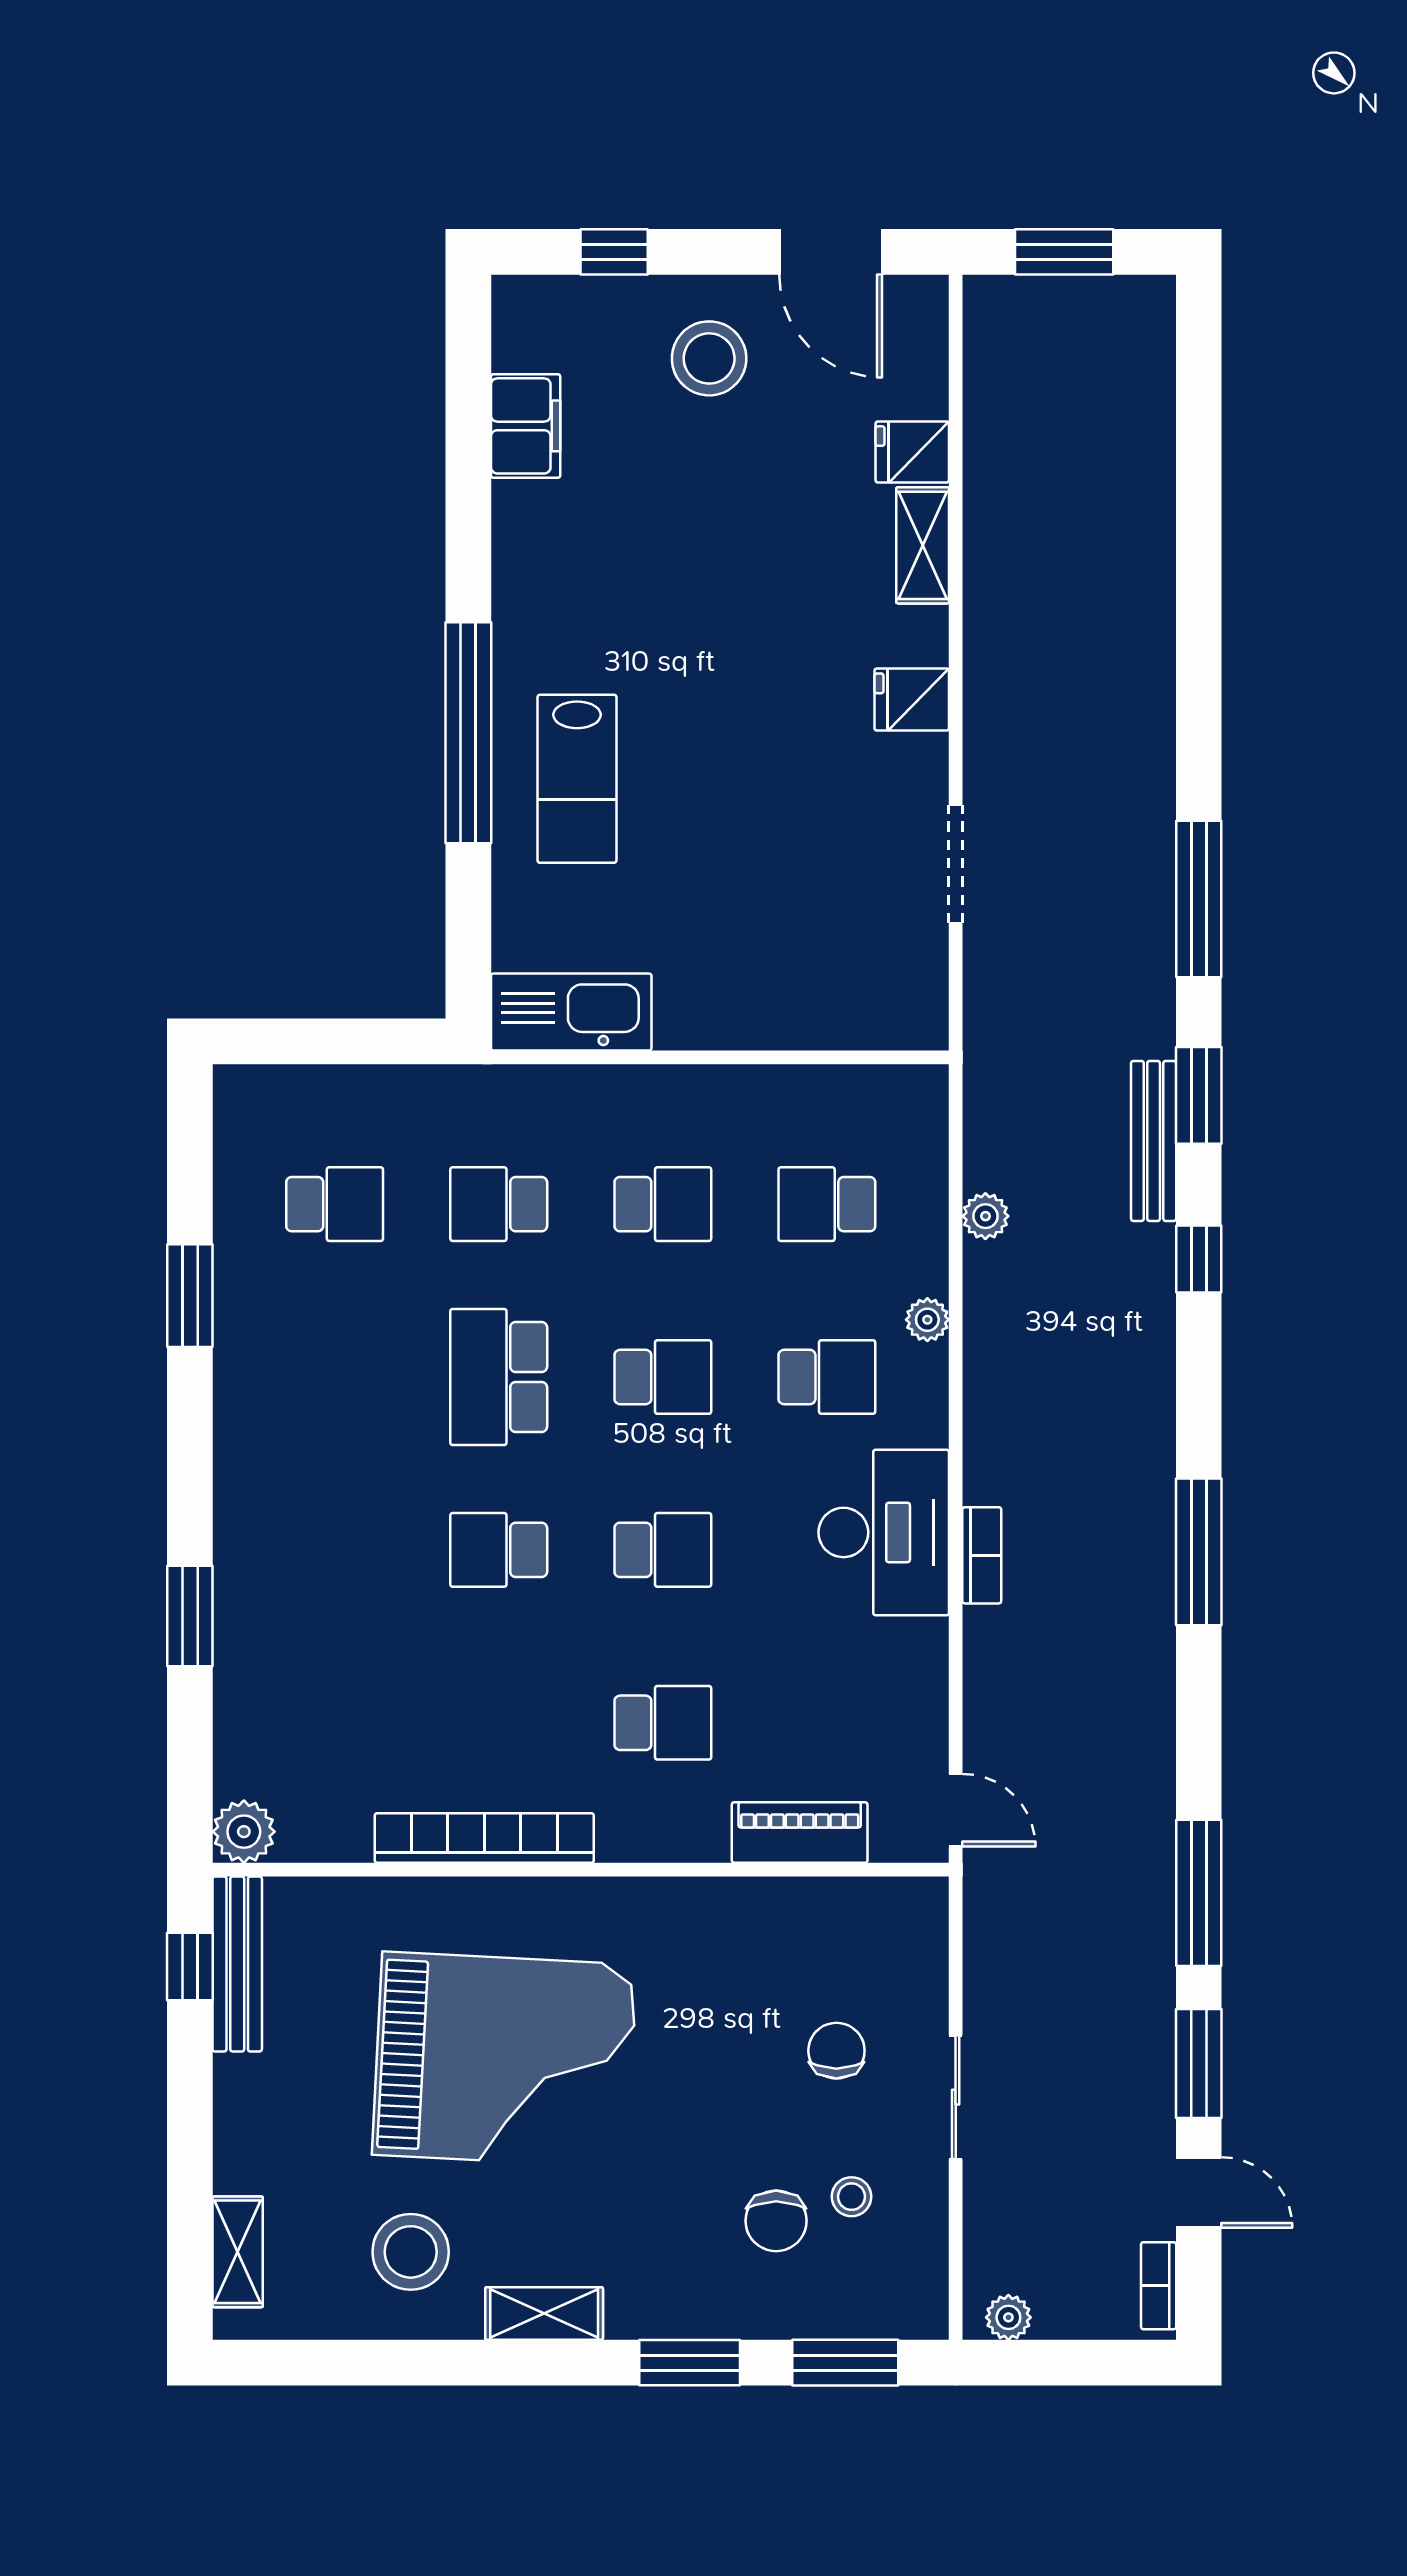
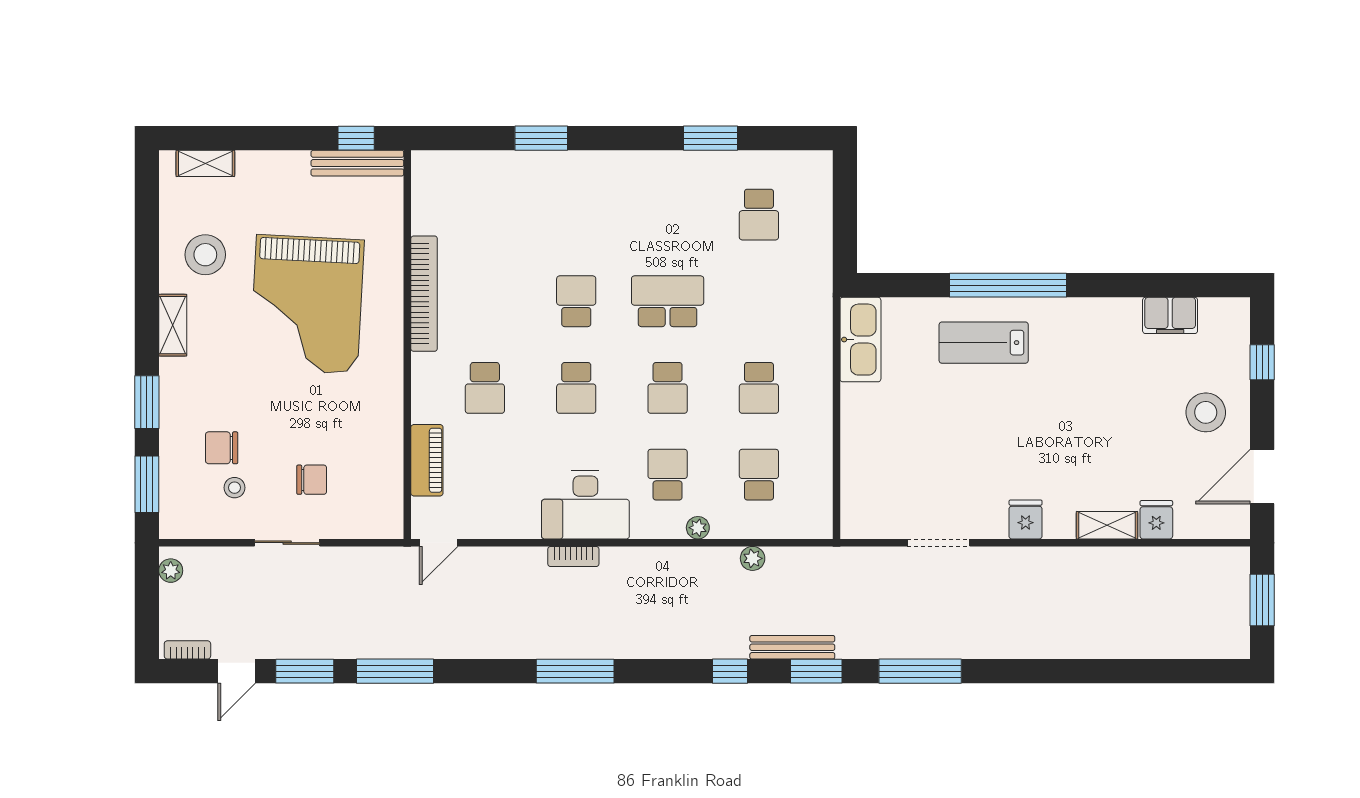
school desk: (499, 1204) -> (759, 301), removed
school desk: (827, 1377) -> (668, 475), turned 180
plant: (244, 1832) -> (427, 167), removed

